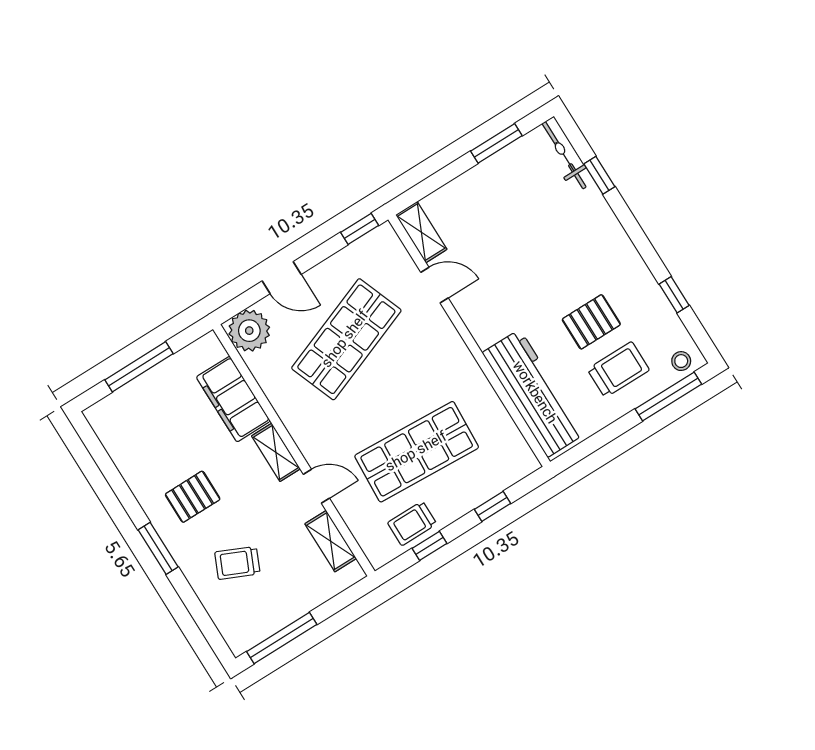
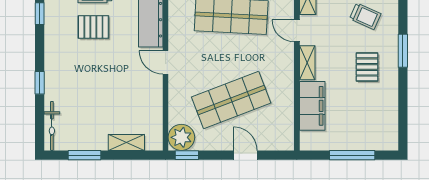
window: (599, 175) -> (40, 83), moved
shelving: (421, 232) -> (126, 142), moved, turned 90
door: (434, 285) -> (166, 62), moved
plant: (249, 331) -> (181, 137), moved
pallet: (193, 497) -> (367, 67), turned 90

